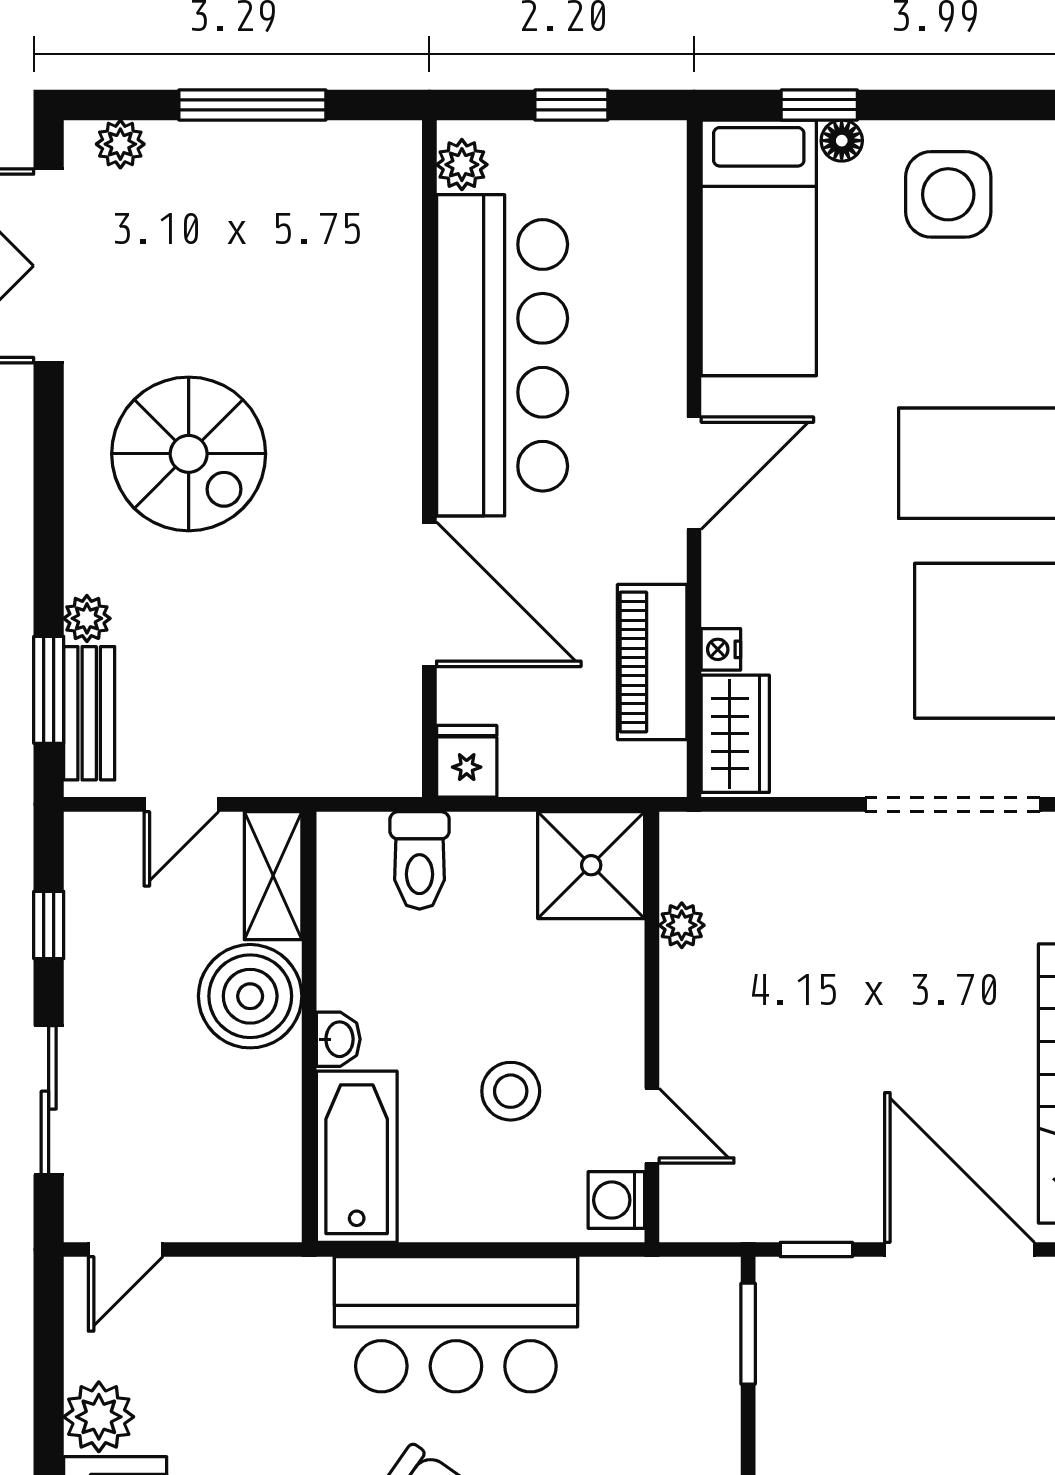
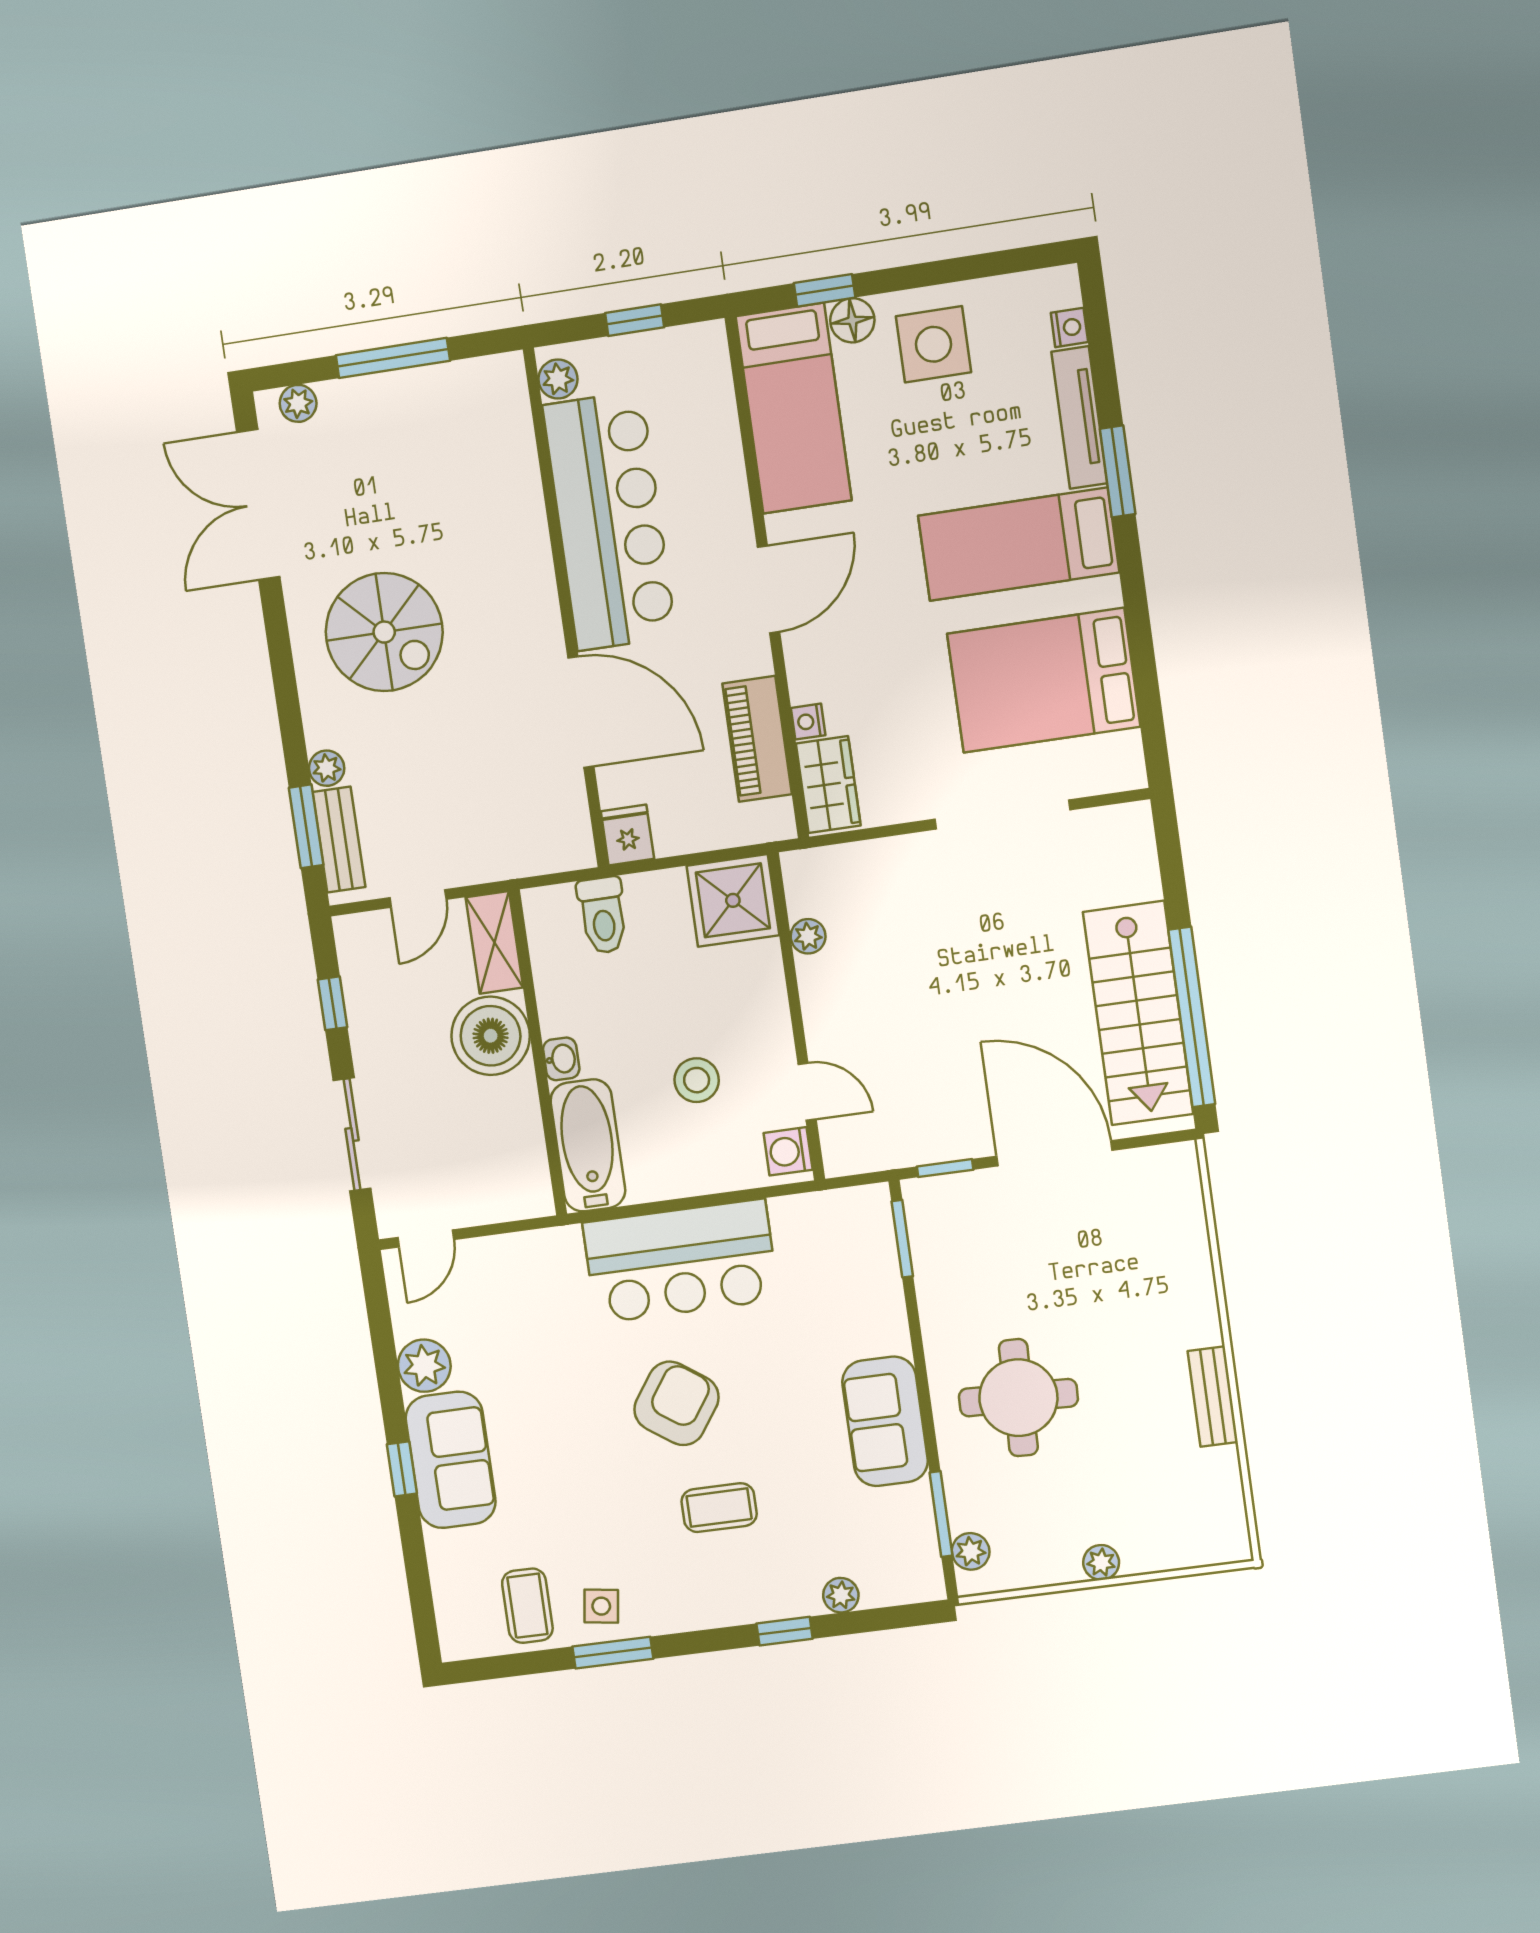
floor lamp: (842, 141) -> (852, 320), width x1.37, depth x1.37

